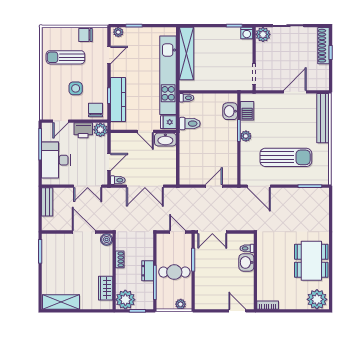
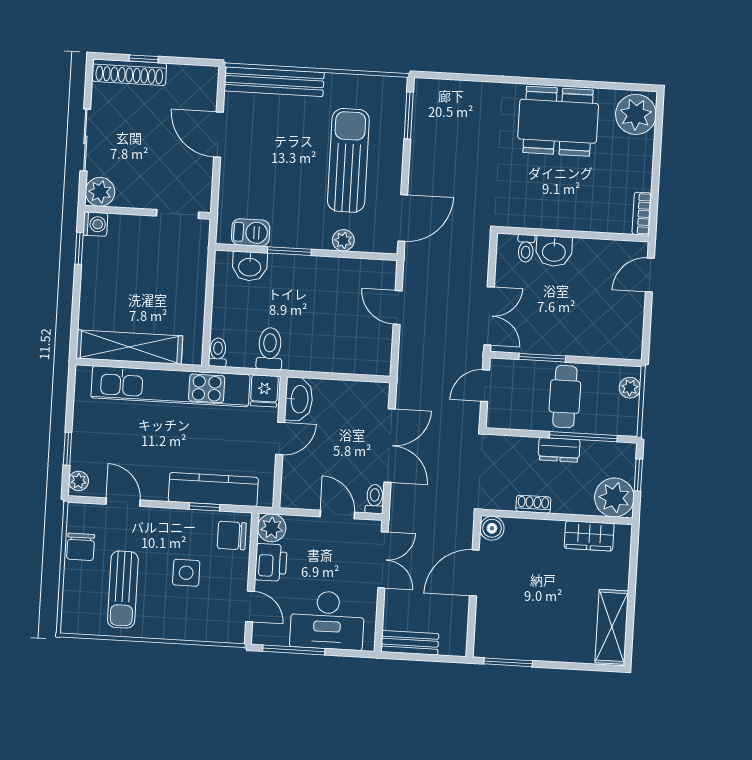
plant: (246, 136) -> (343, 240), moved

